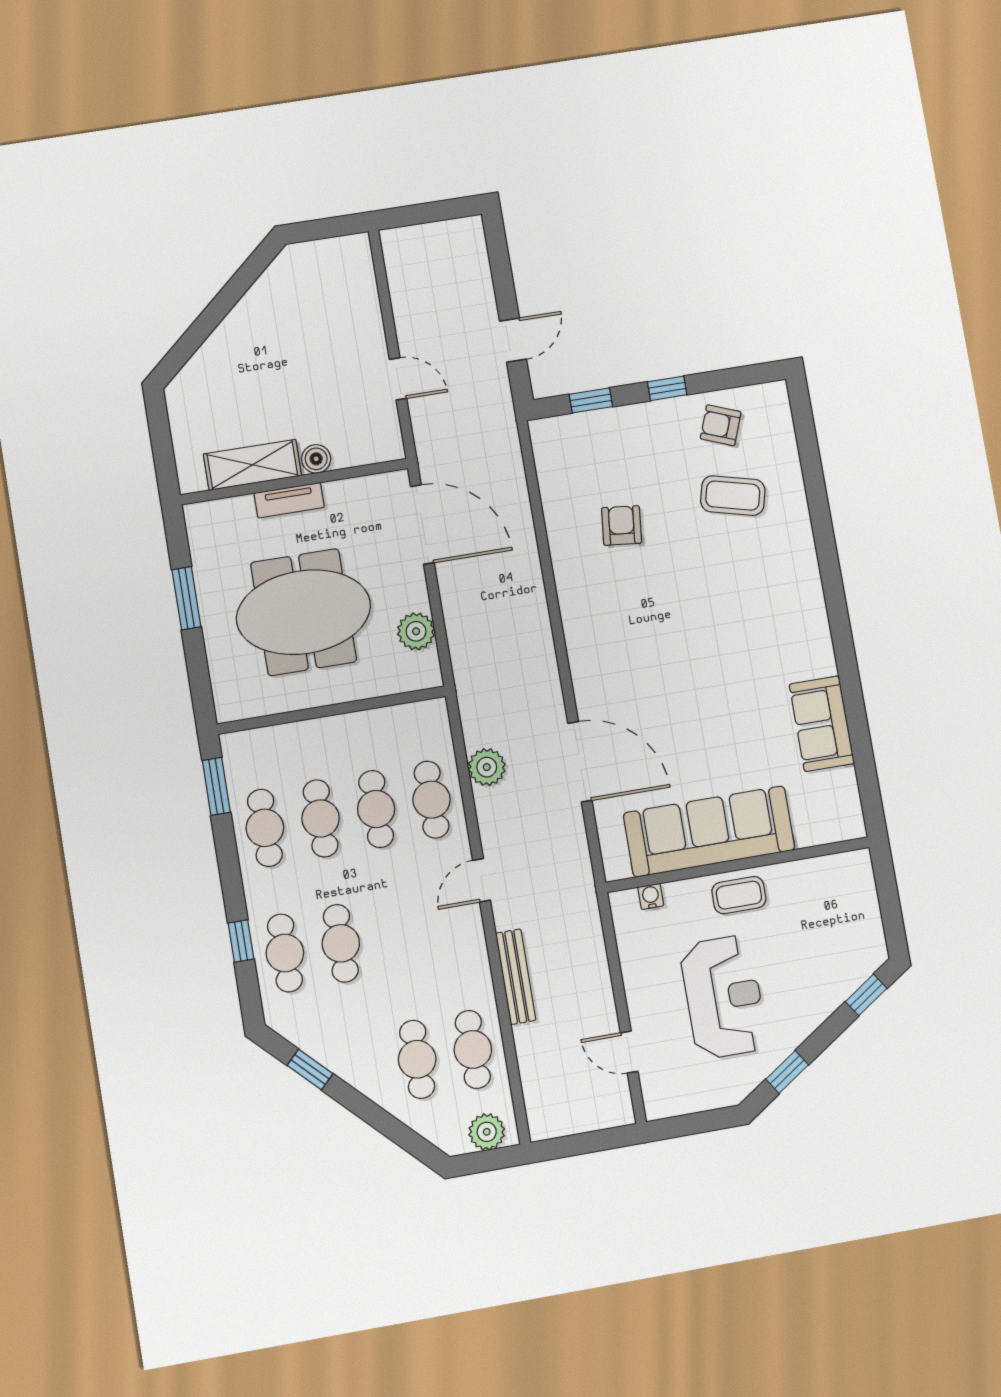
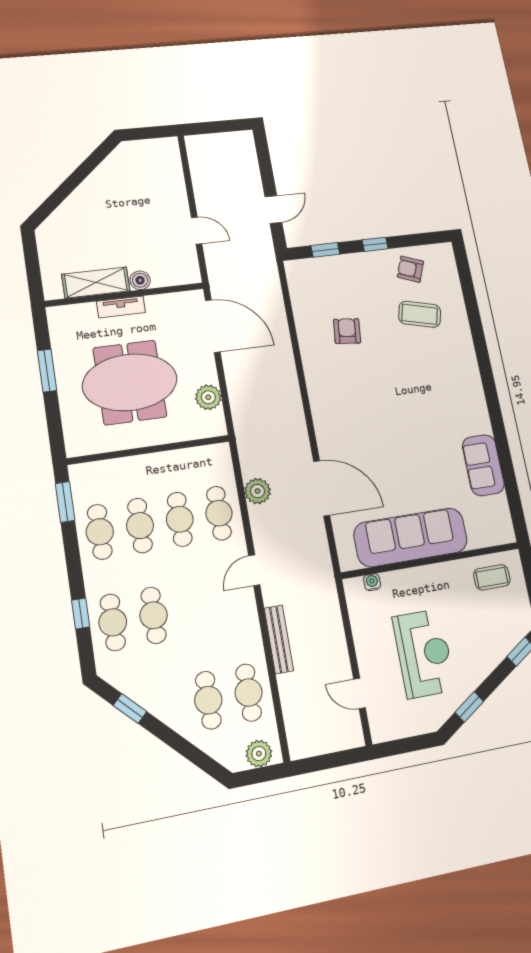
coffee table: (739, 895) -> (492, 577), moved

